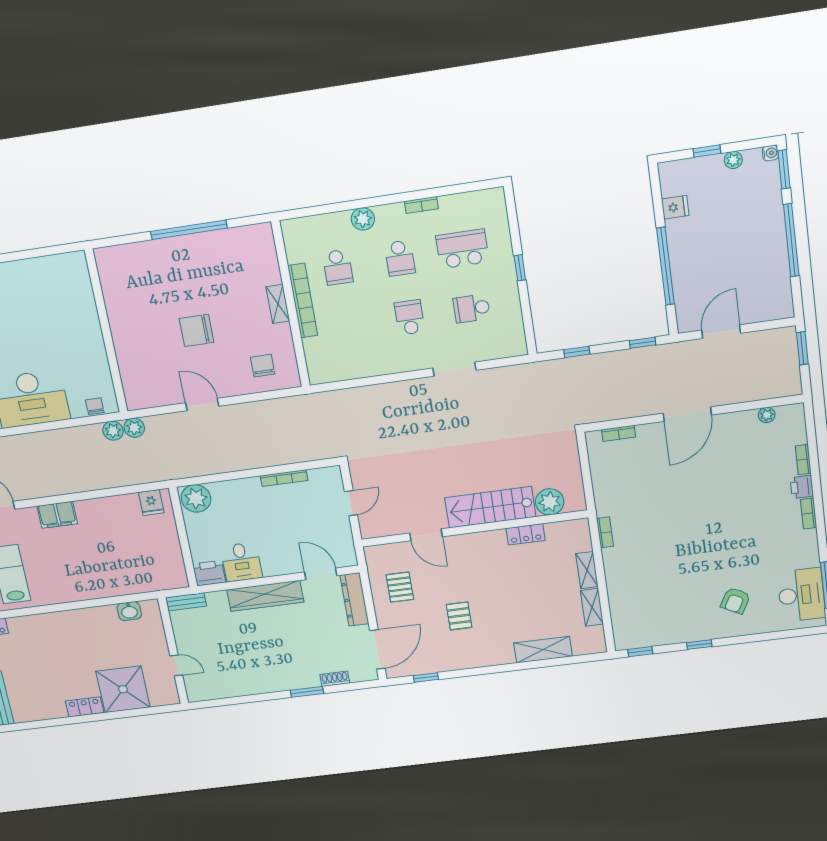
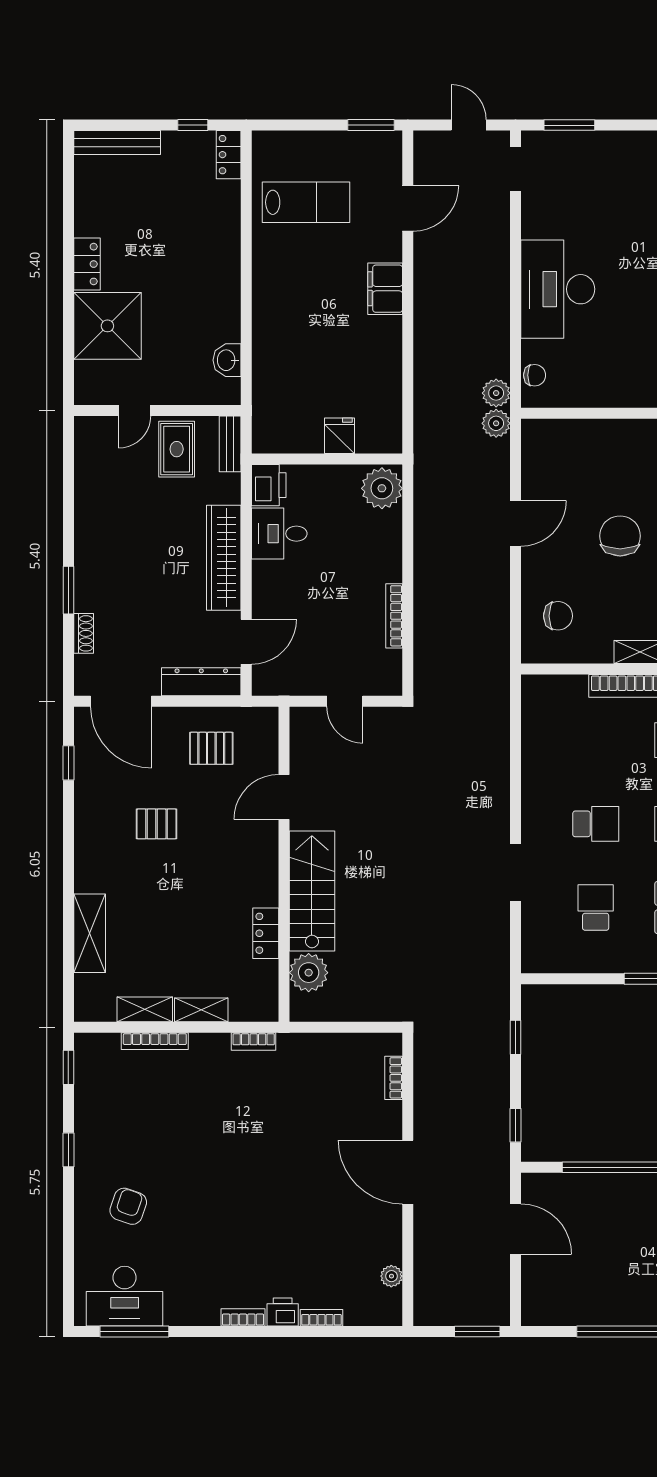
fridge: (151, 503) -> (340, 436), moved, turned 90
bookcase: (614, 598) -> (155, 1041), added
armchair: (735, 601) -> (128, 1206), turned 81
rug: (197, 635) -> (177, 449), added

